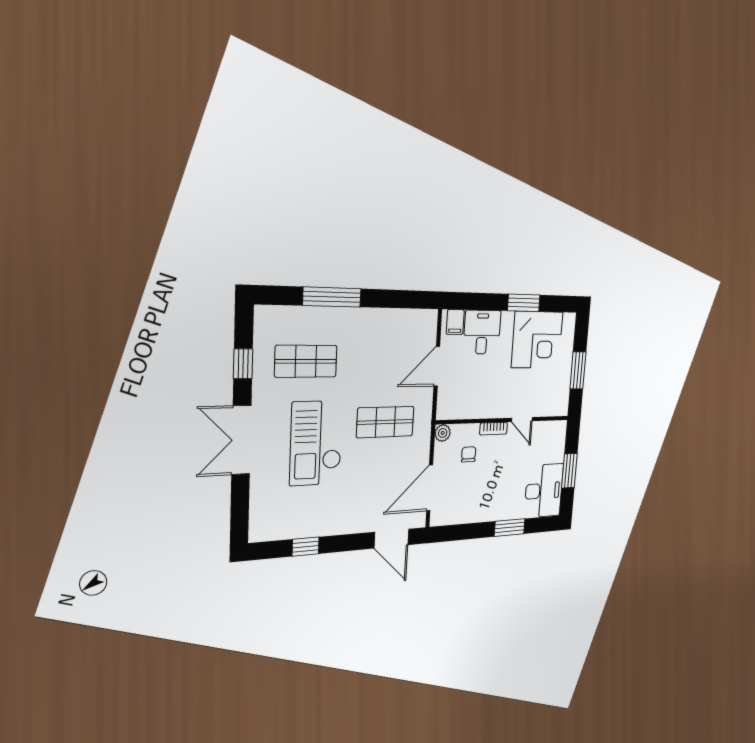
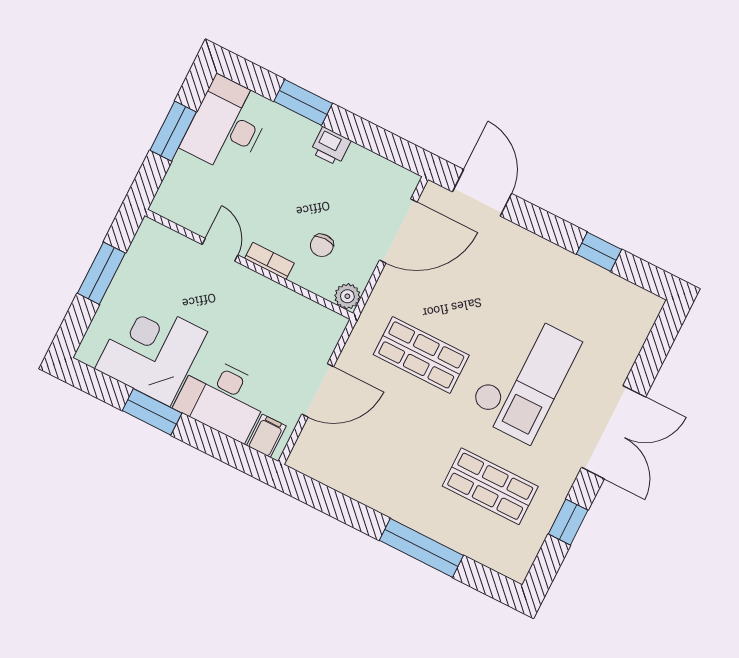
desk: (482, 332) -> (222, 398), width x1.37
printer: (486, 513) -> (331, 146), added

